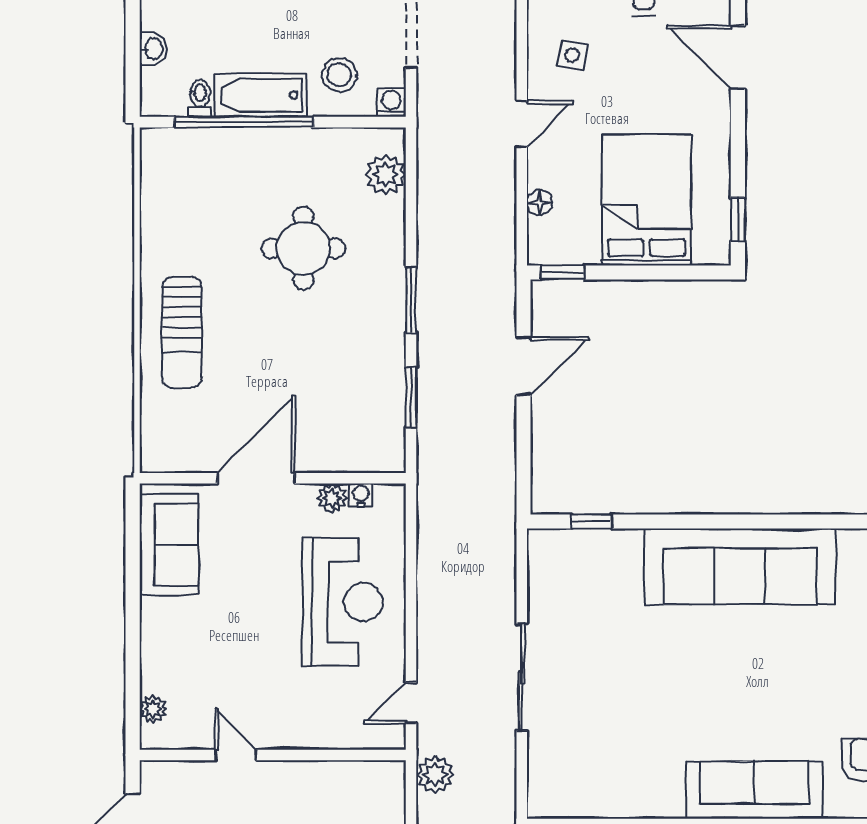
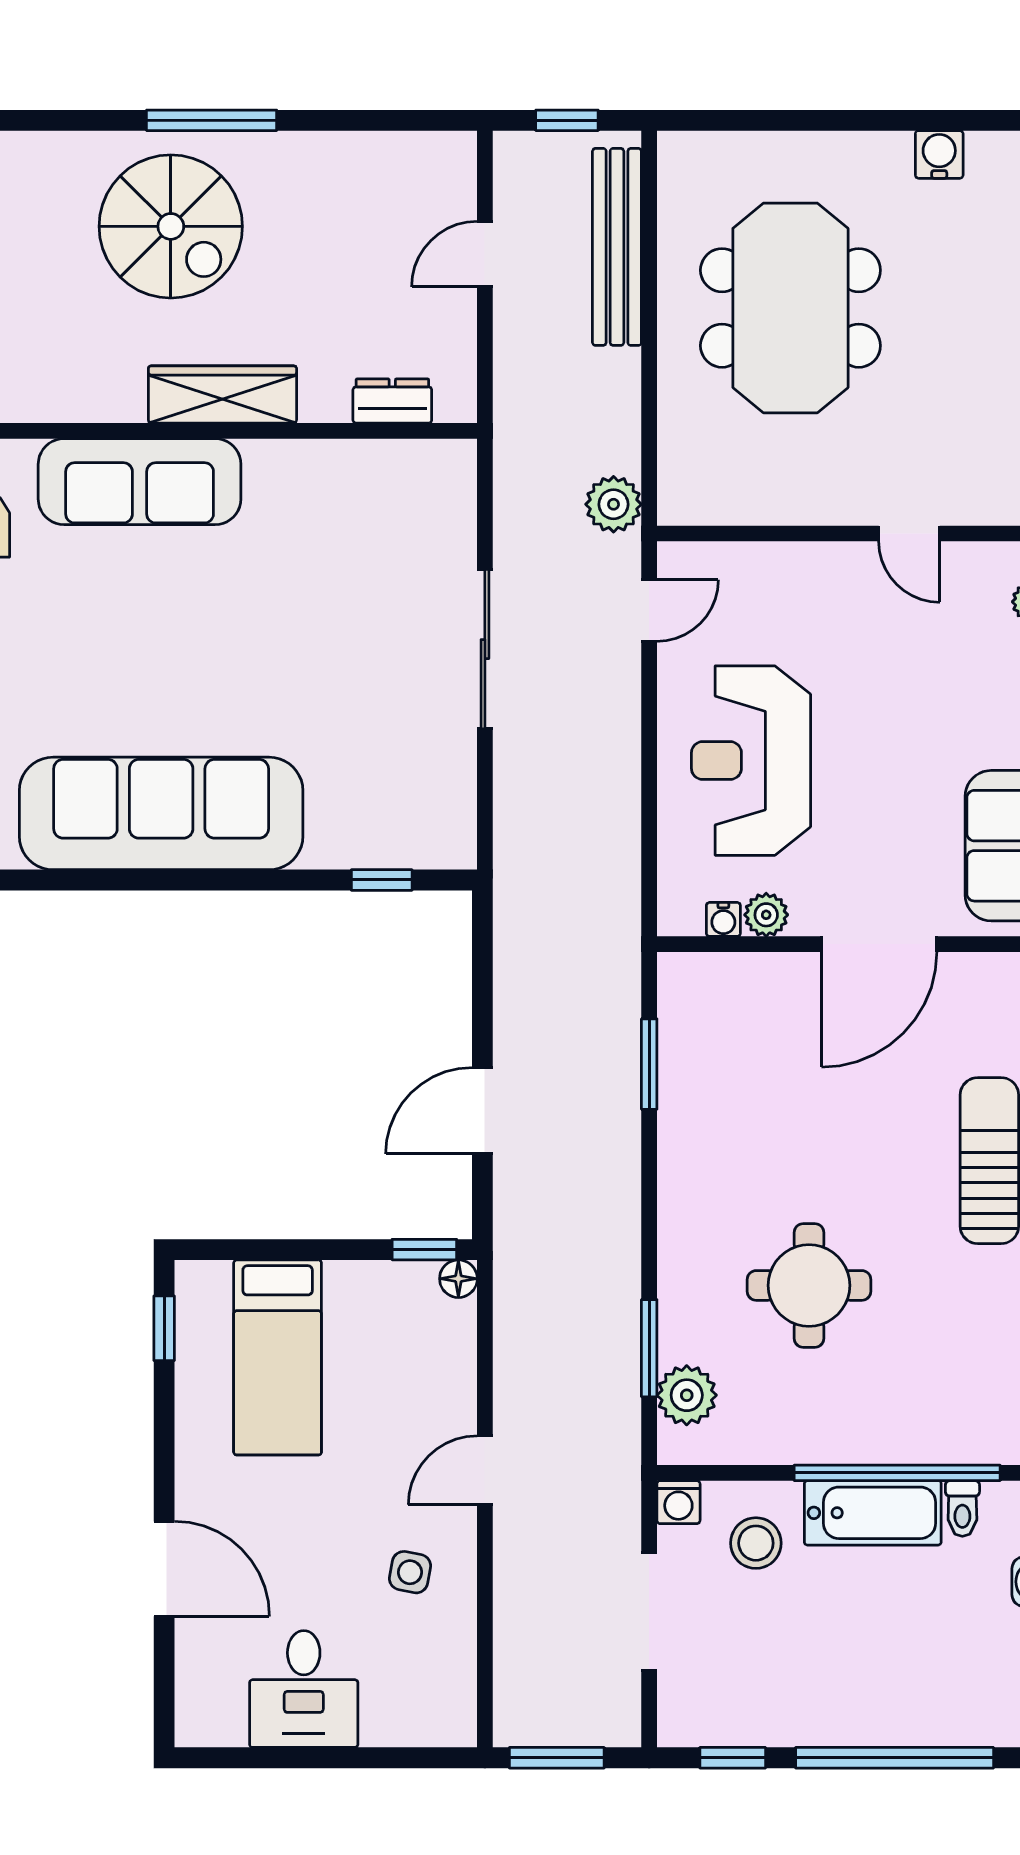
bed: (647, 200) -> (278, 1357), width x0.67
floor lamp: (540, 203) -> (458, 1279), moved
window: (411, 300) -> (649, 1348), moved

